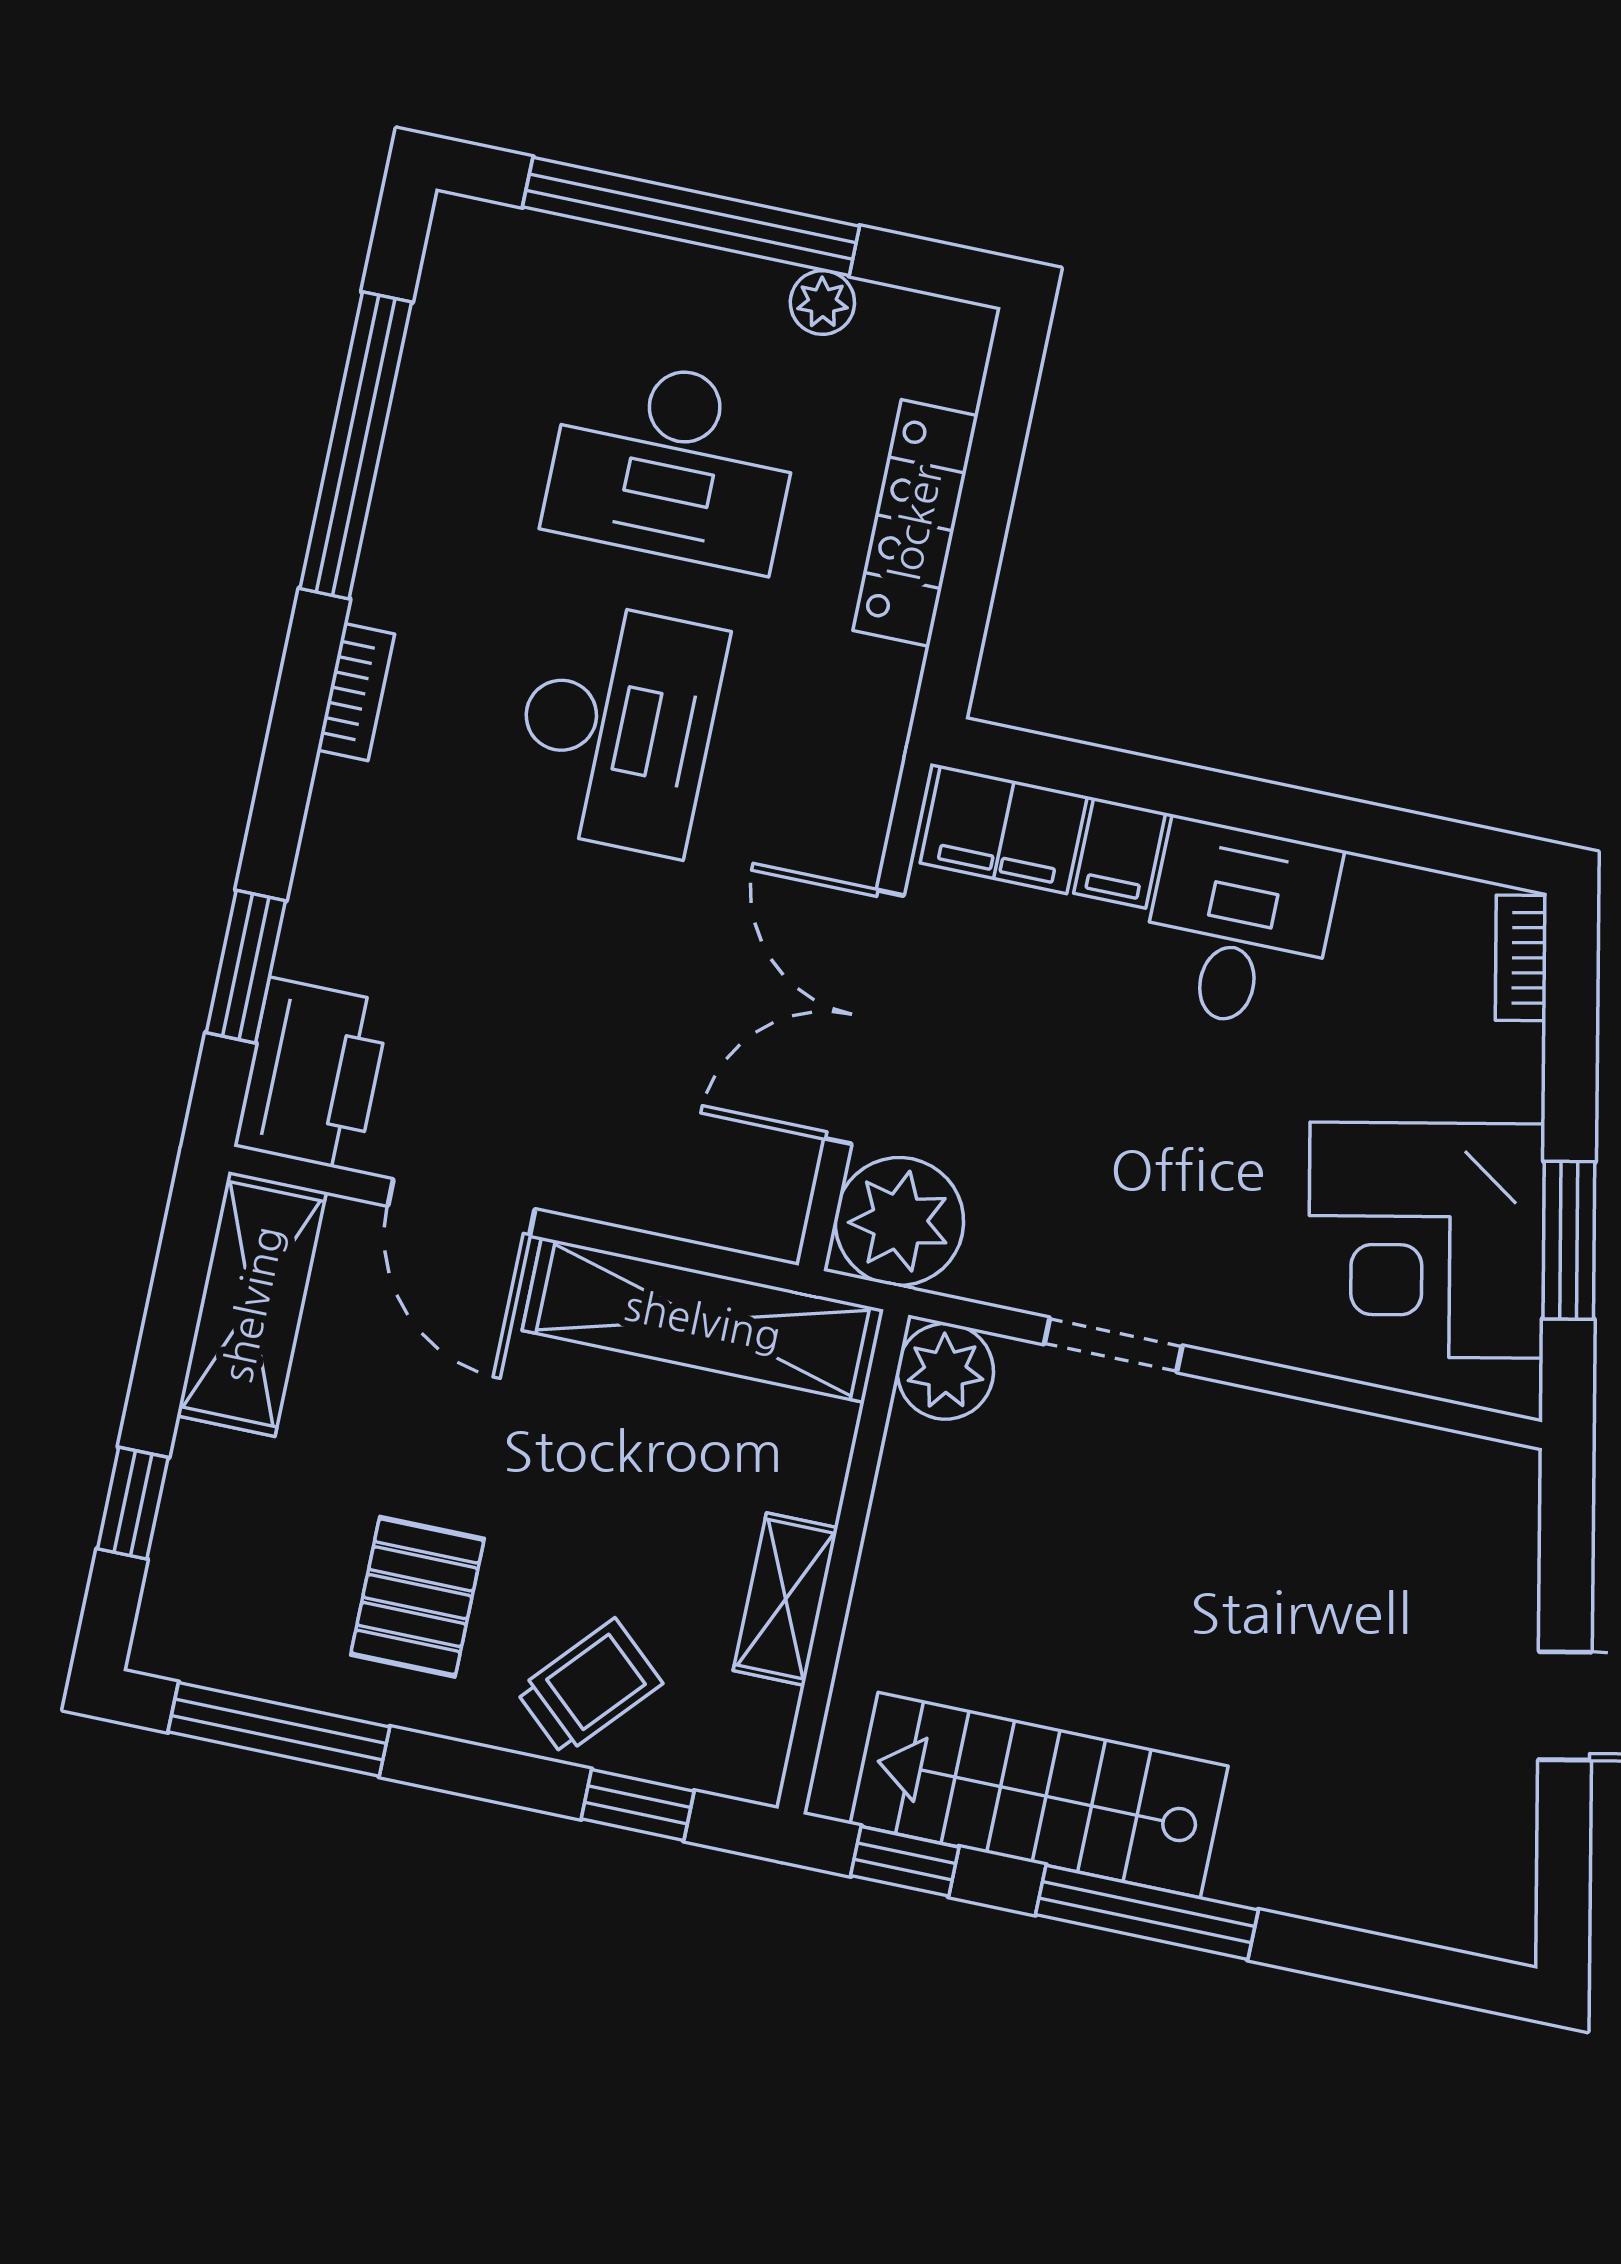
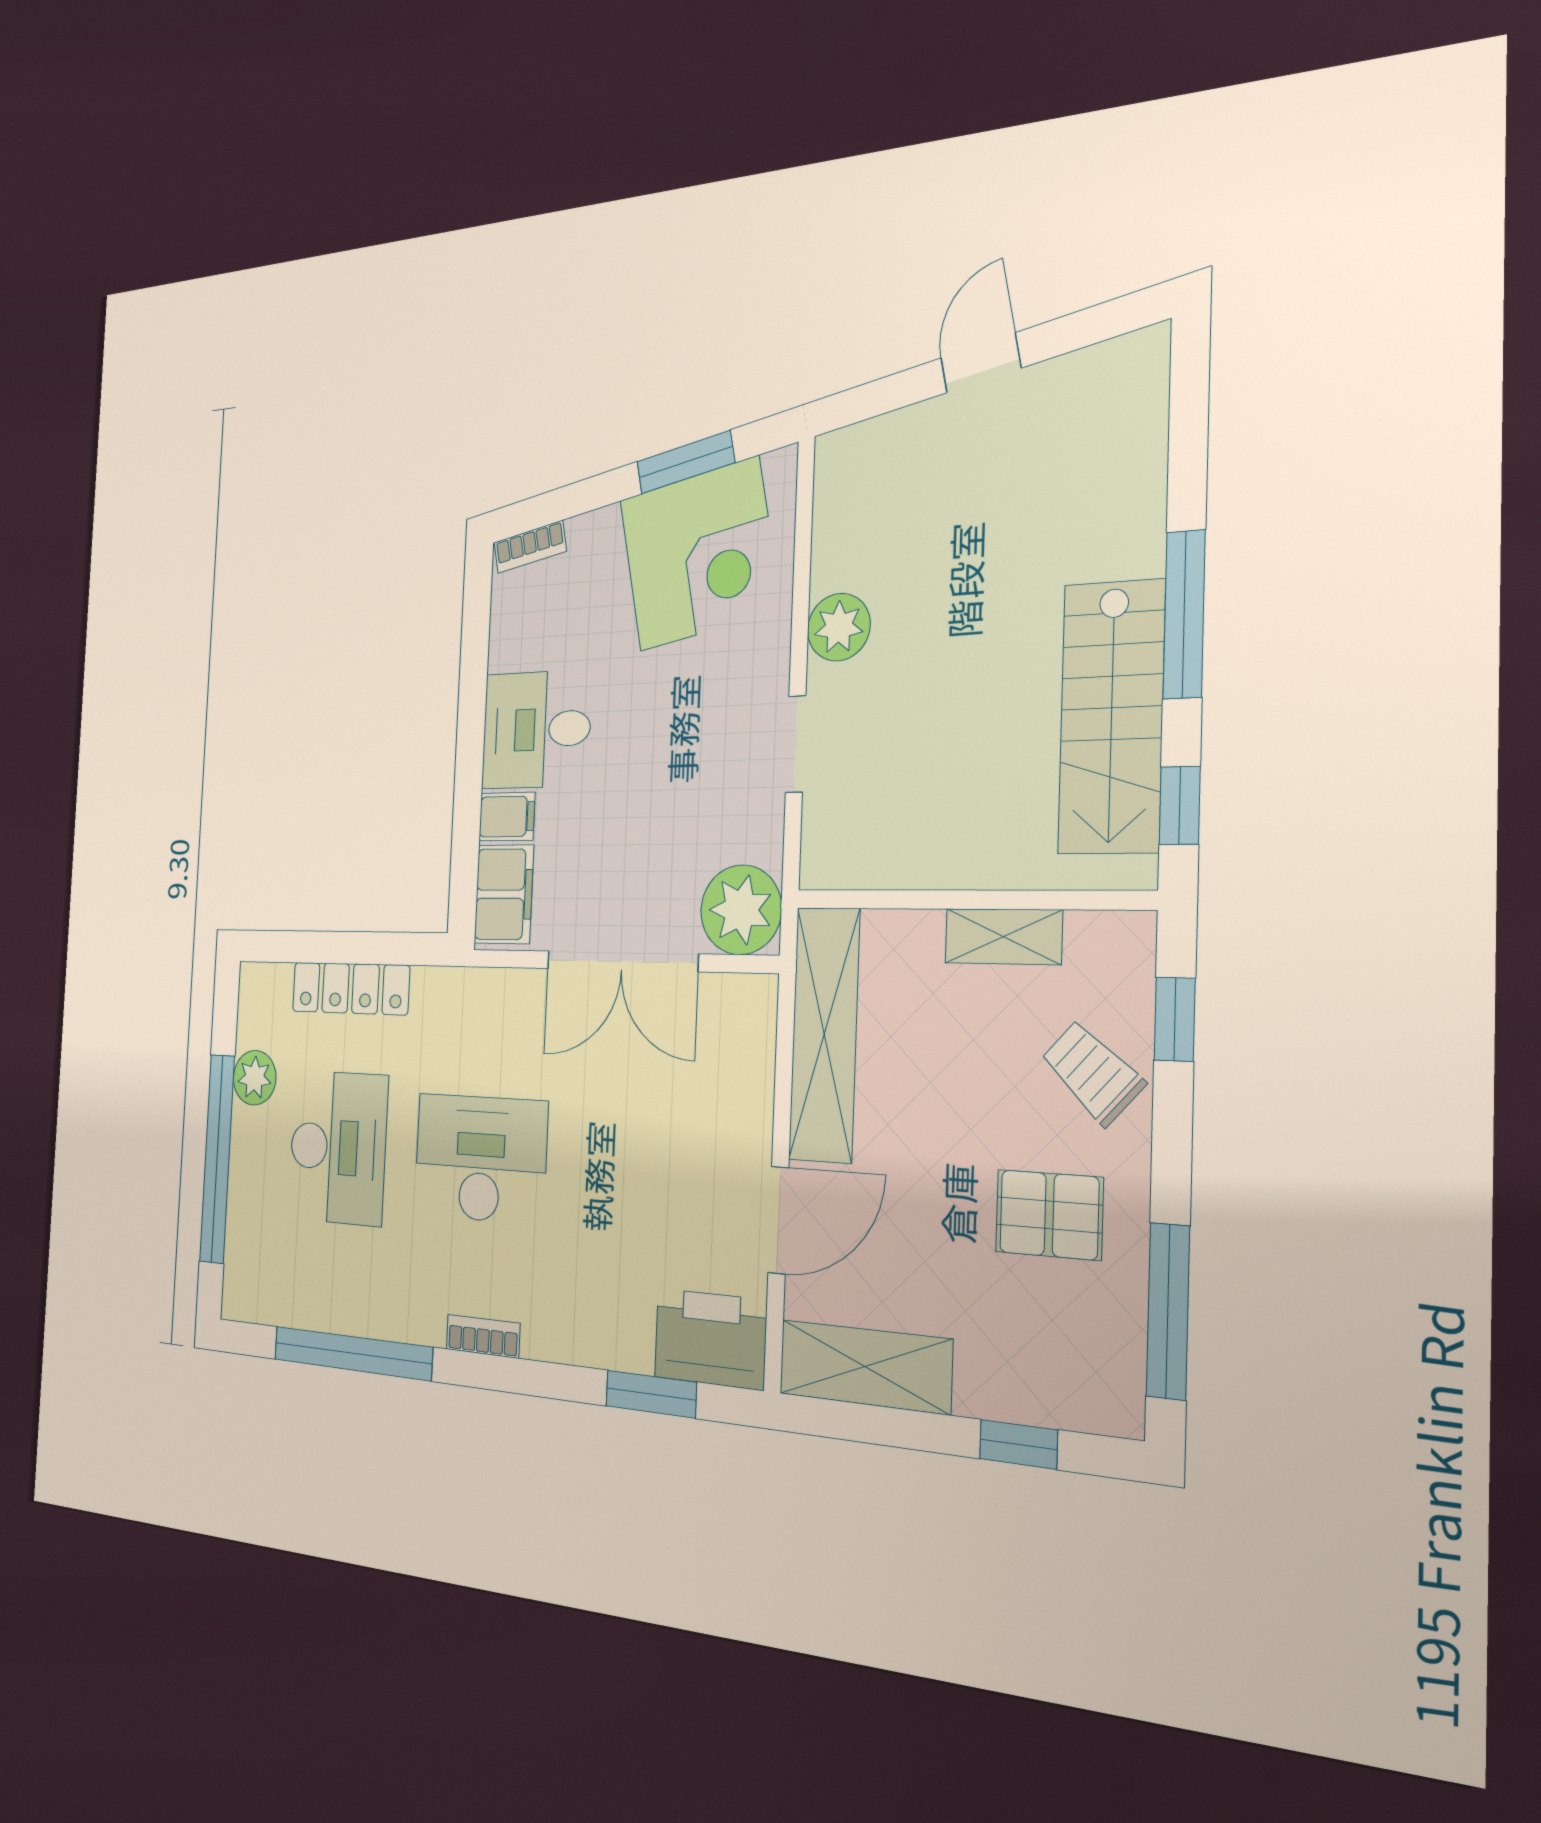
plant: (822, 302) -> (255, 1078), width x1.38, depth x1.38
plant: (945, 1371) -> (839, 627), moved

